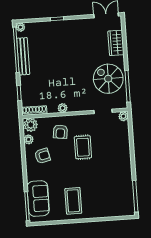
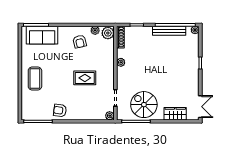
spiral stairs: (108, 79) -> (144, 105), turned -90
armchair: (60, 132) -> (60, 110), moved
coffee table: (73, 201) -> (35, 79), moved, turned 90

